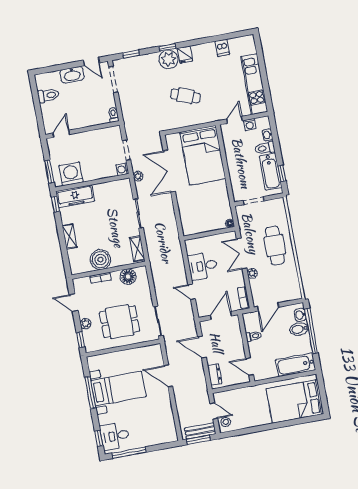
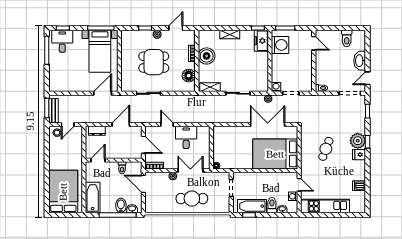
freezer: (75, 196) -> (261, 41), width x0.71
door: (192, 292) -> (167, 125), hinge flipped
dining table: (120, 322) -> (154, 62), turned 90
wall: (123, 348) -> (119, 61), moved

